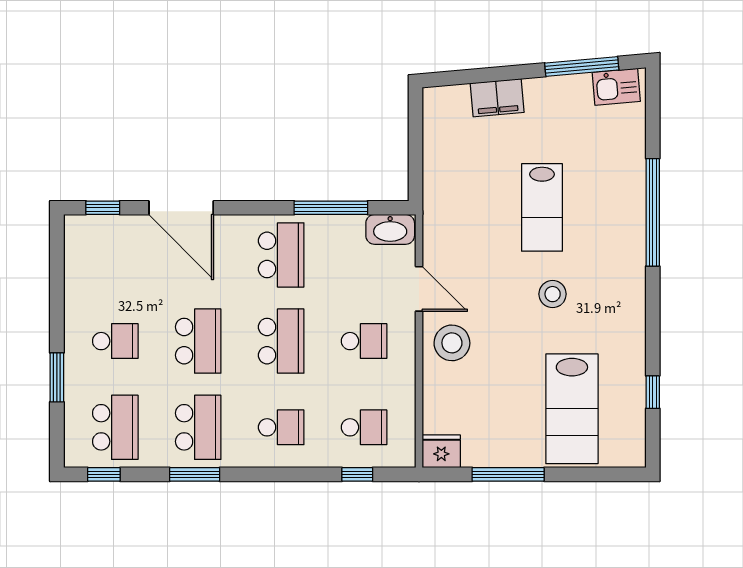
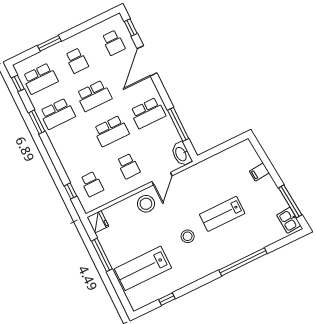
filing cabinet: (497, 98) -> (259, 172), width x0.50
school desk: (281, 427) -> (113, 43), moved

